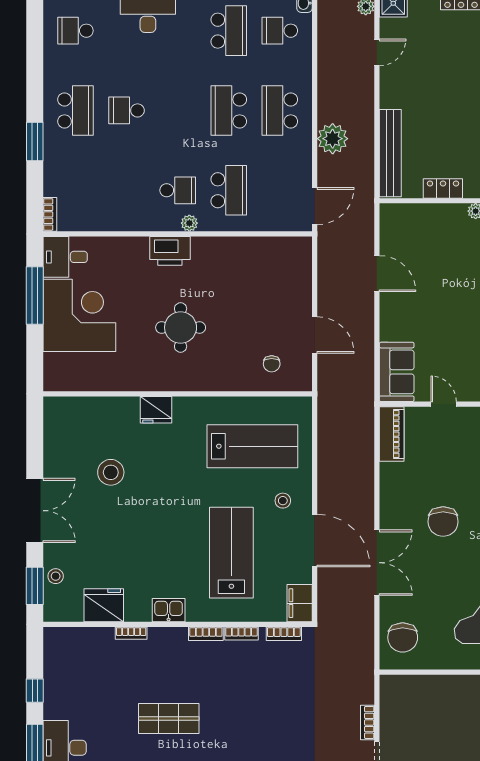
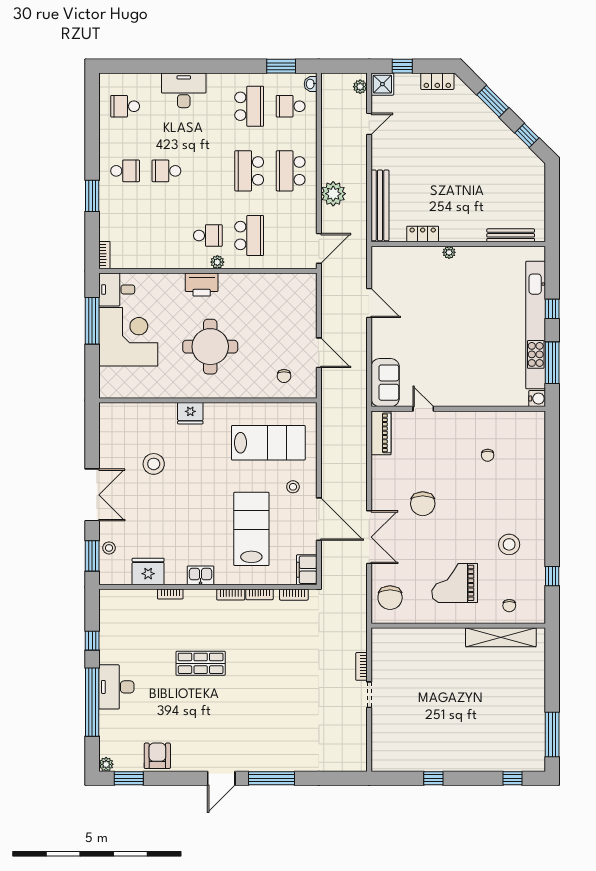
school desk: (75, 110) -> (125, 171), width x0.54
round table: (181, 327) -> (210, 347), width x1.36, depth x1.36

